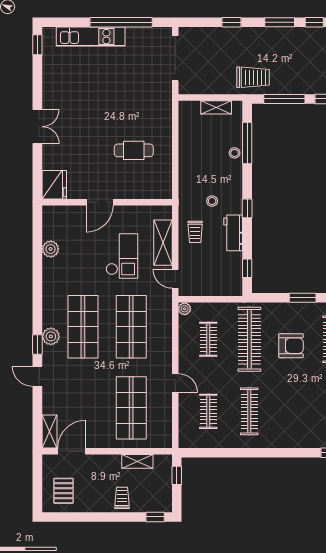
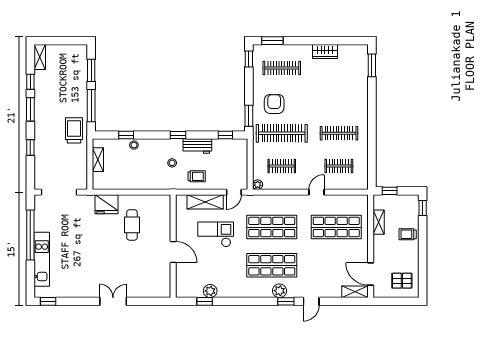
window: (247, 143) -> (126, 135), width x0.46
fridge: (54, 185) -> (106, 204), moved, turned 180
window: (37, 242) -> (205, 301), added
window: (303, 298) -> (249, 116), moved
armchair: (291, 346) -> (274, 104), moved

